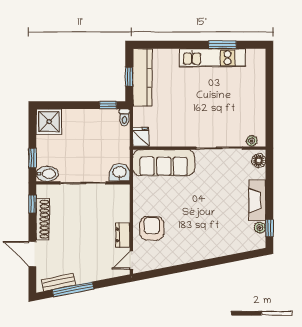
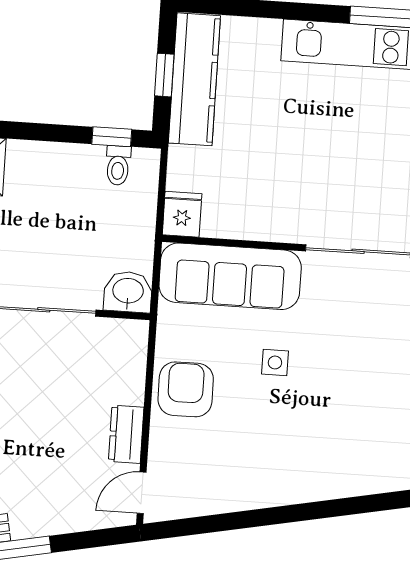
toilet: (125, 117) -> (118, 165), moved
side table: (186, 199) -> (275, 362), added
armchair: (152, 228) -> (186, 389), moved

